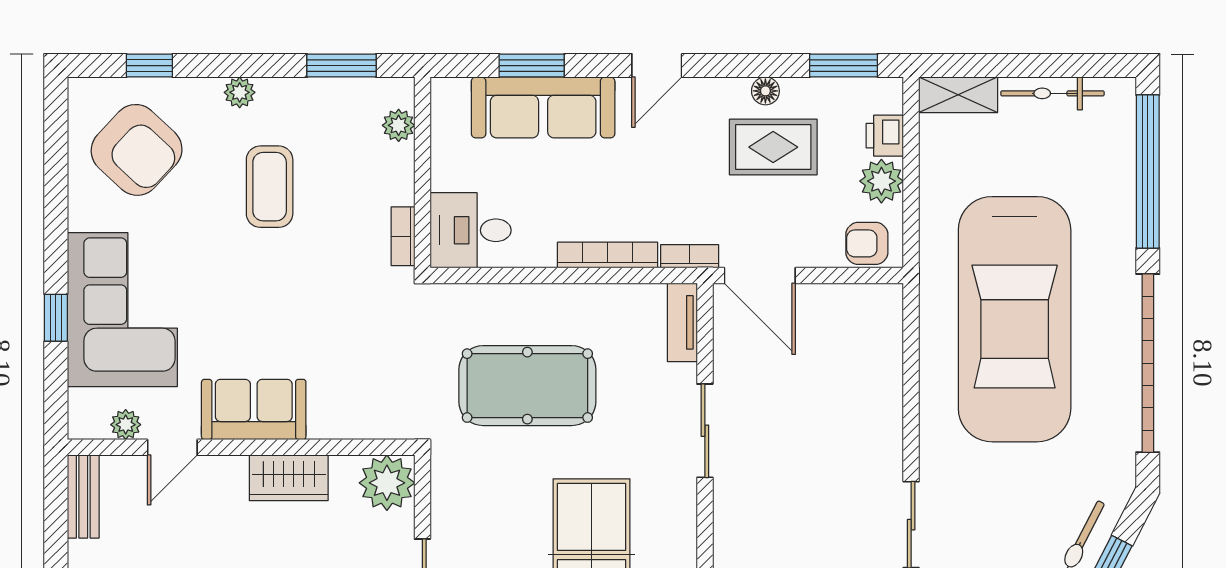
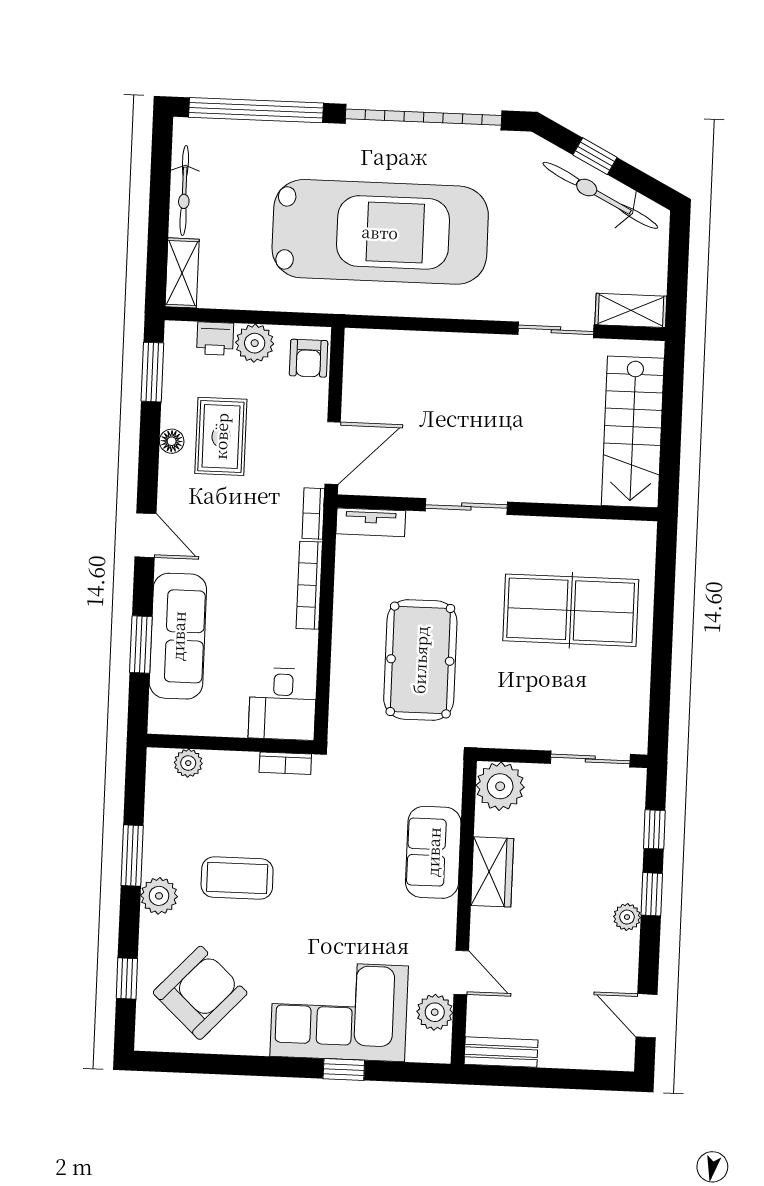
window: (341, 66) -> (132, 856), moved
plant: (240, 92) -> (159, 896), width x1.38, depth x1.38
sofa: (254, 409) -> (433, 852), moved
plant: (126, 425) -> (435, 1012), width x1.38, depth x1.38

